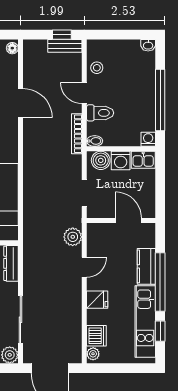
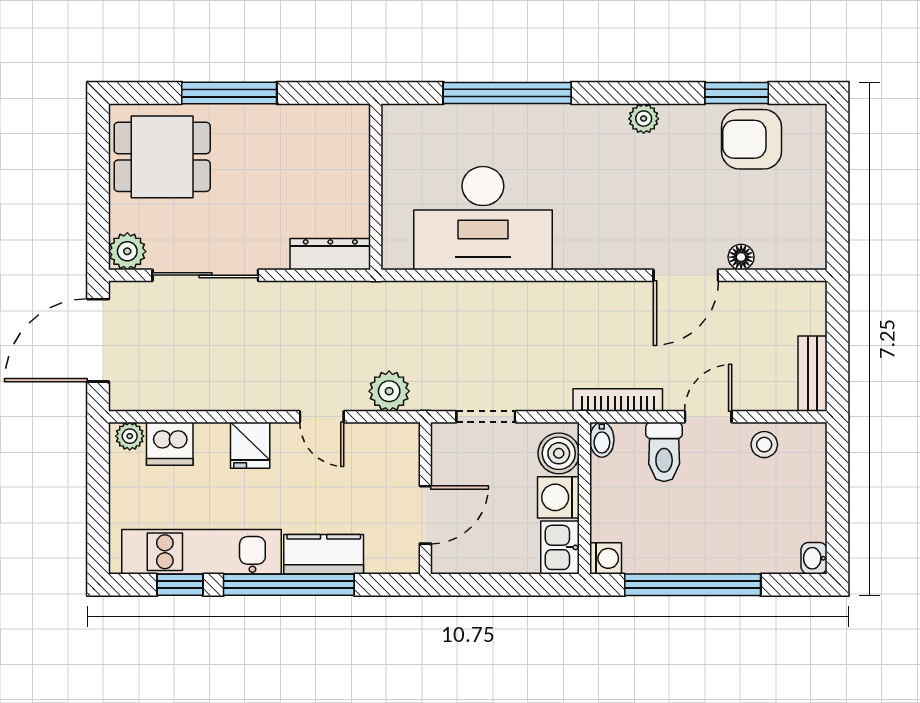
window: (62, 35) -> (838, 367), removed
floor lamp: (12, 48) -> (741, 257), moved

